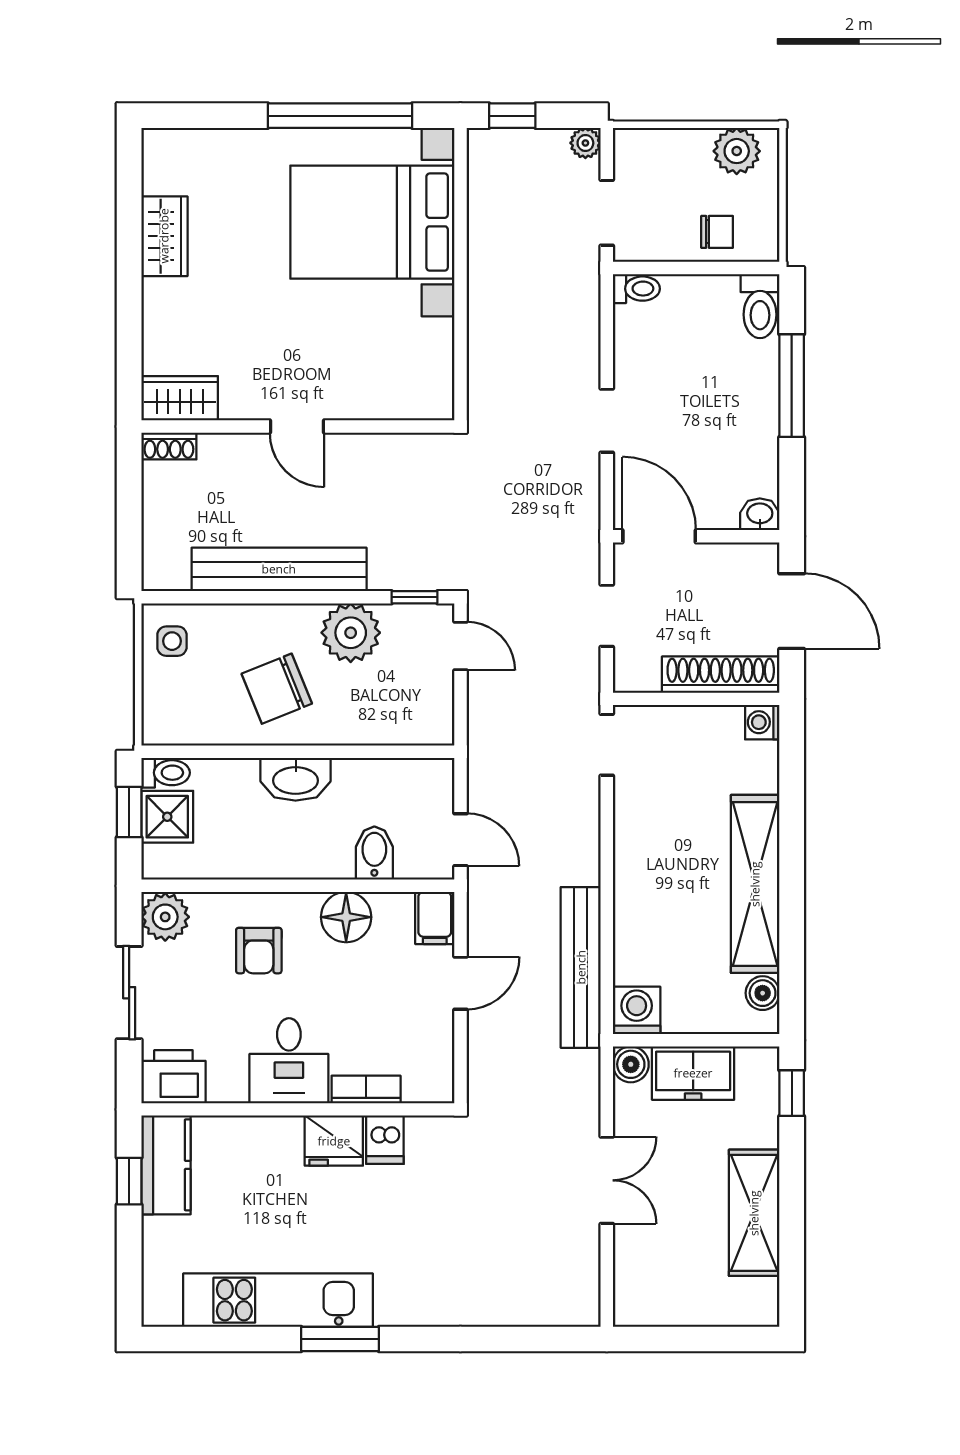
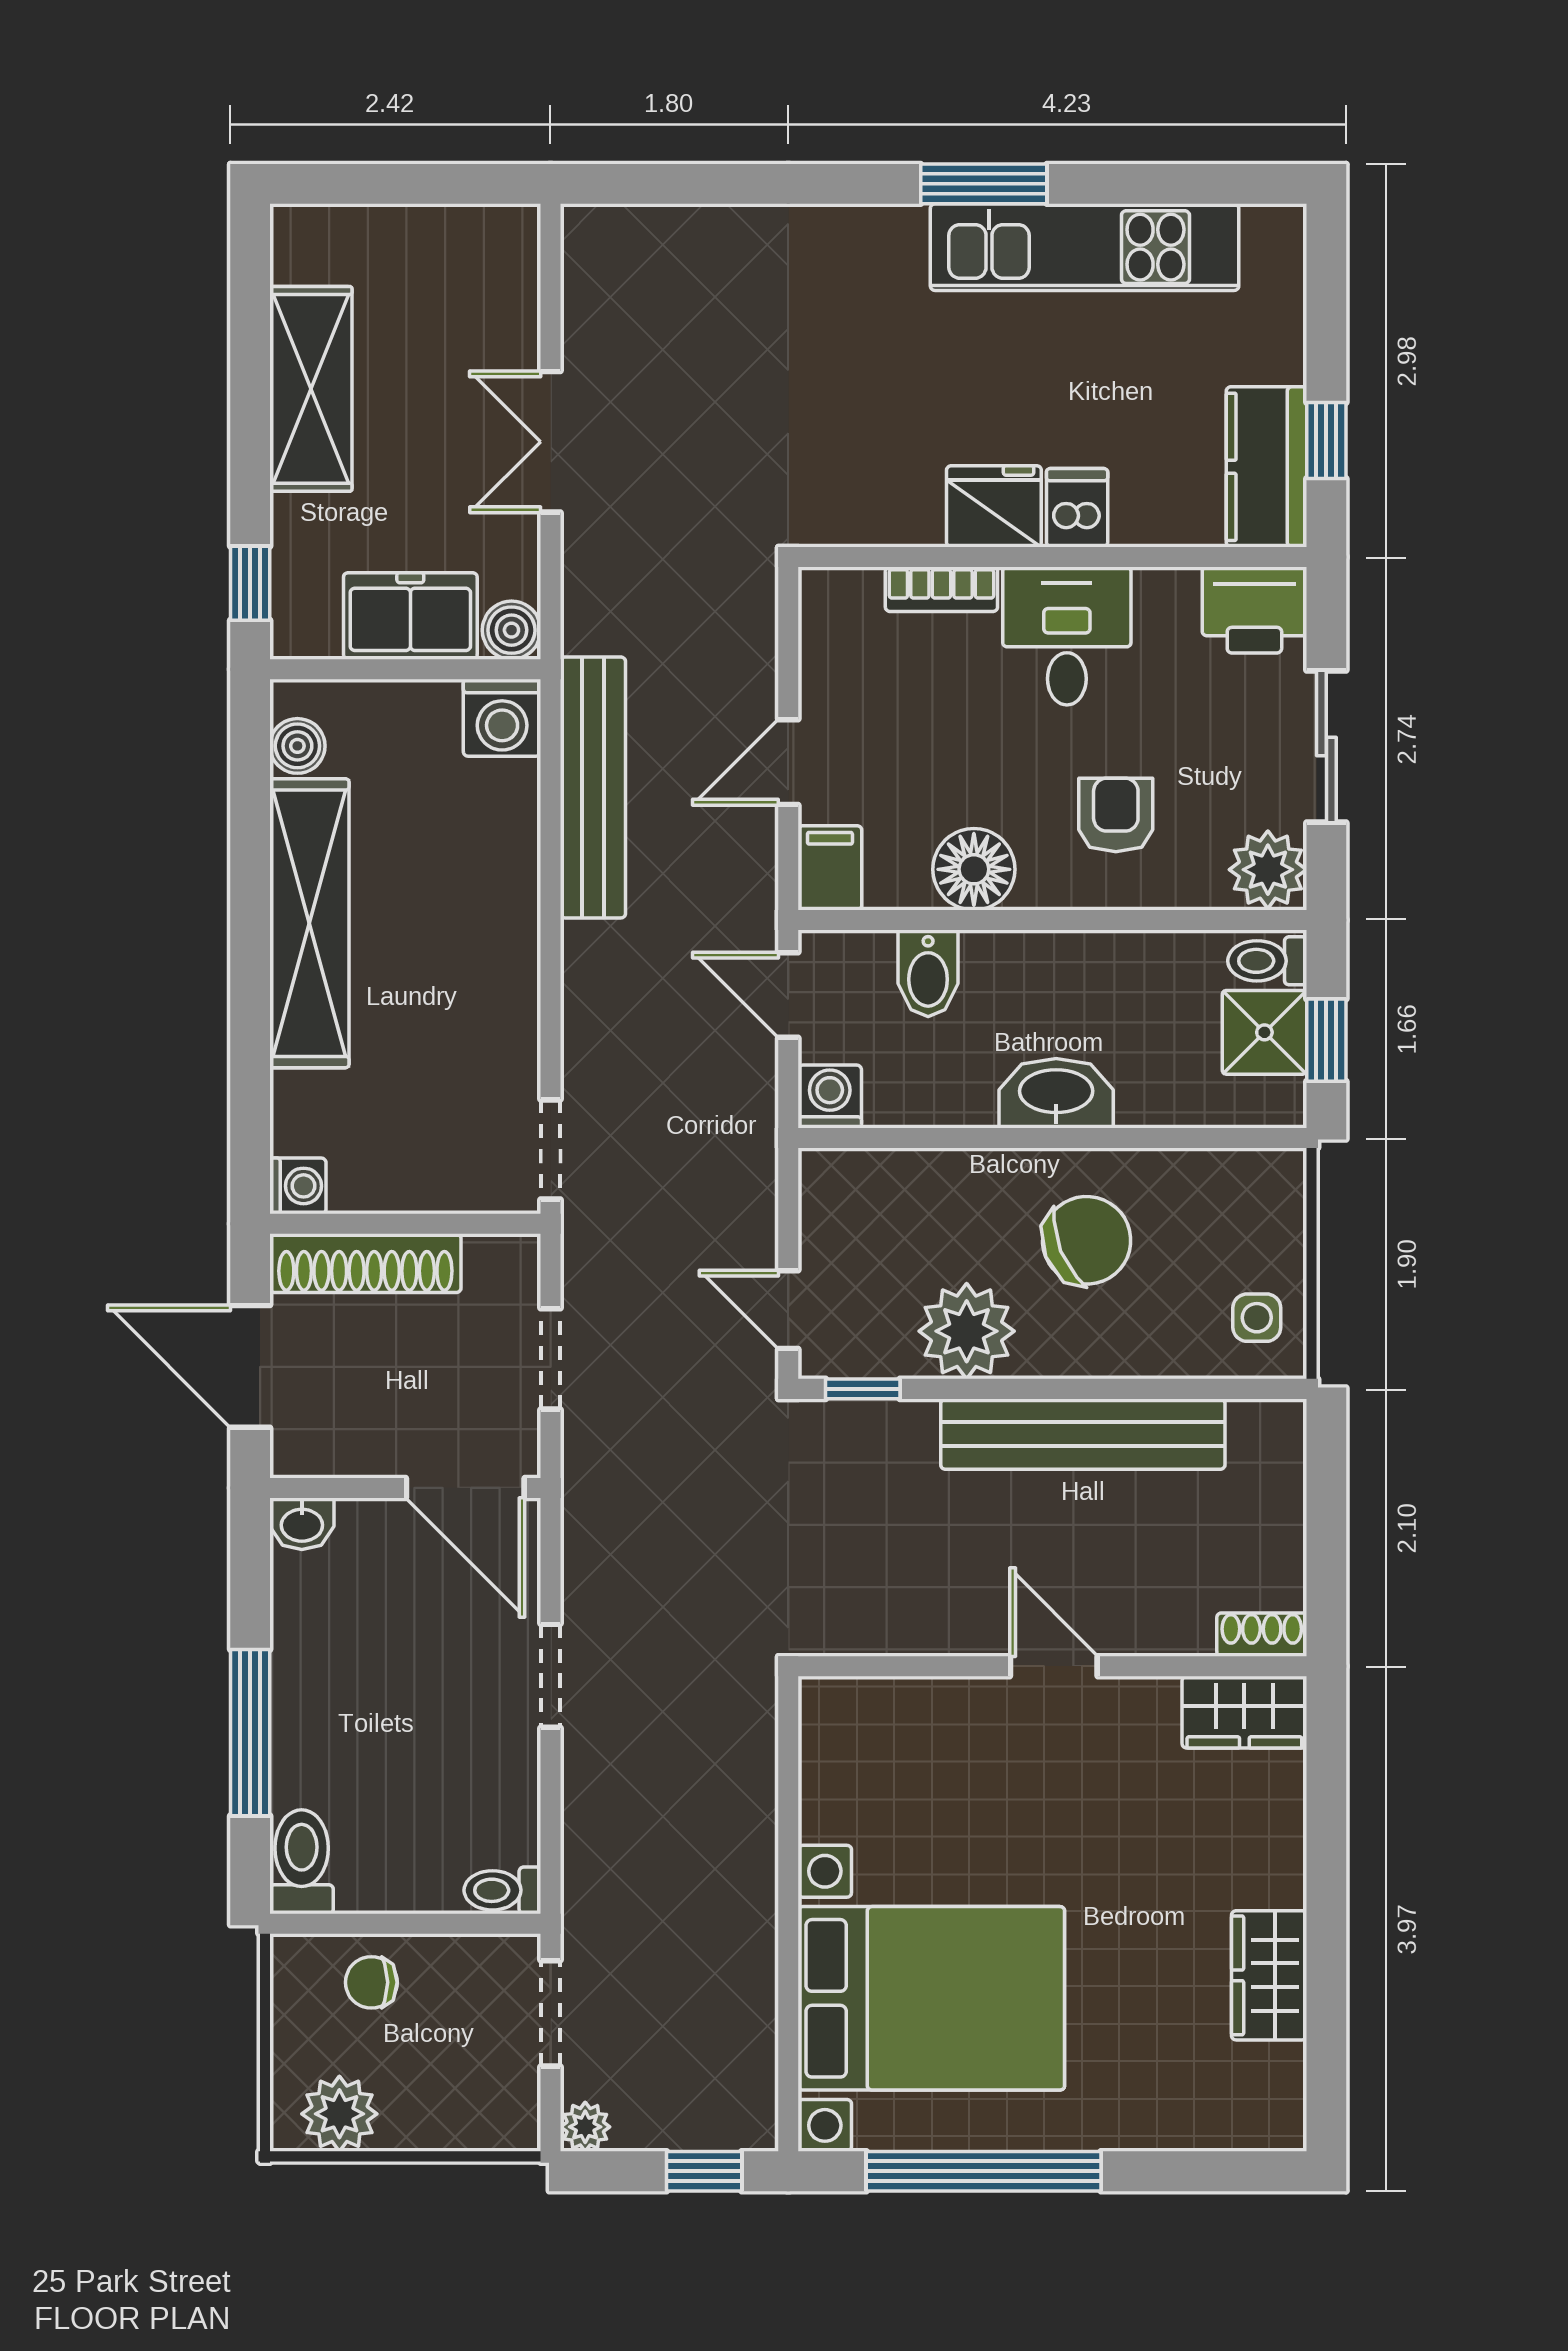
toilet: (166, 773) -> (1267, 961), moved
washing machine: (435, 777) -> (830, 1097), added
dishwasher: (385, 1140) -> (1077, 508), moved

